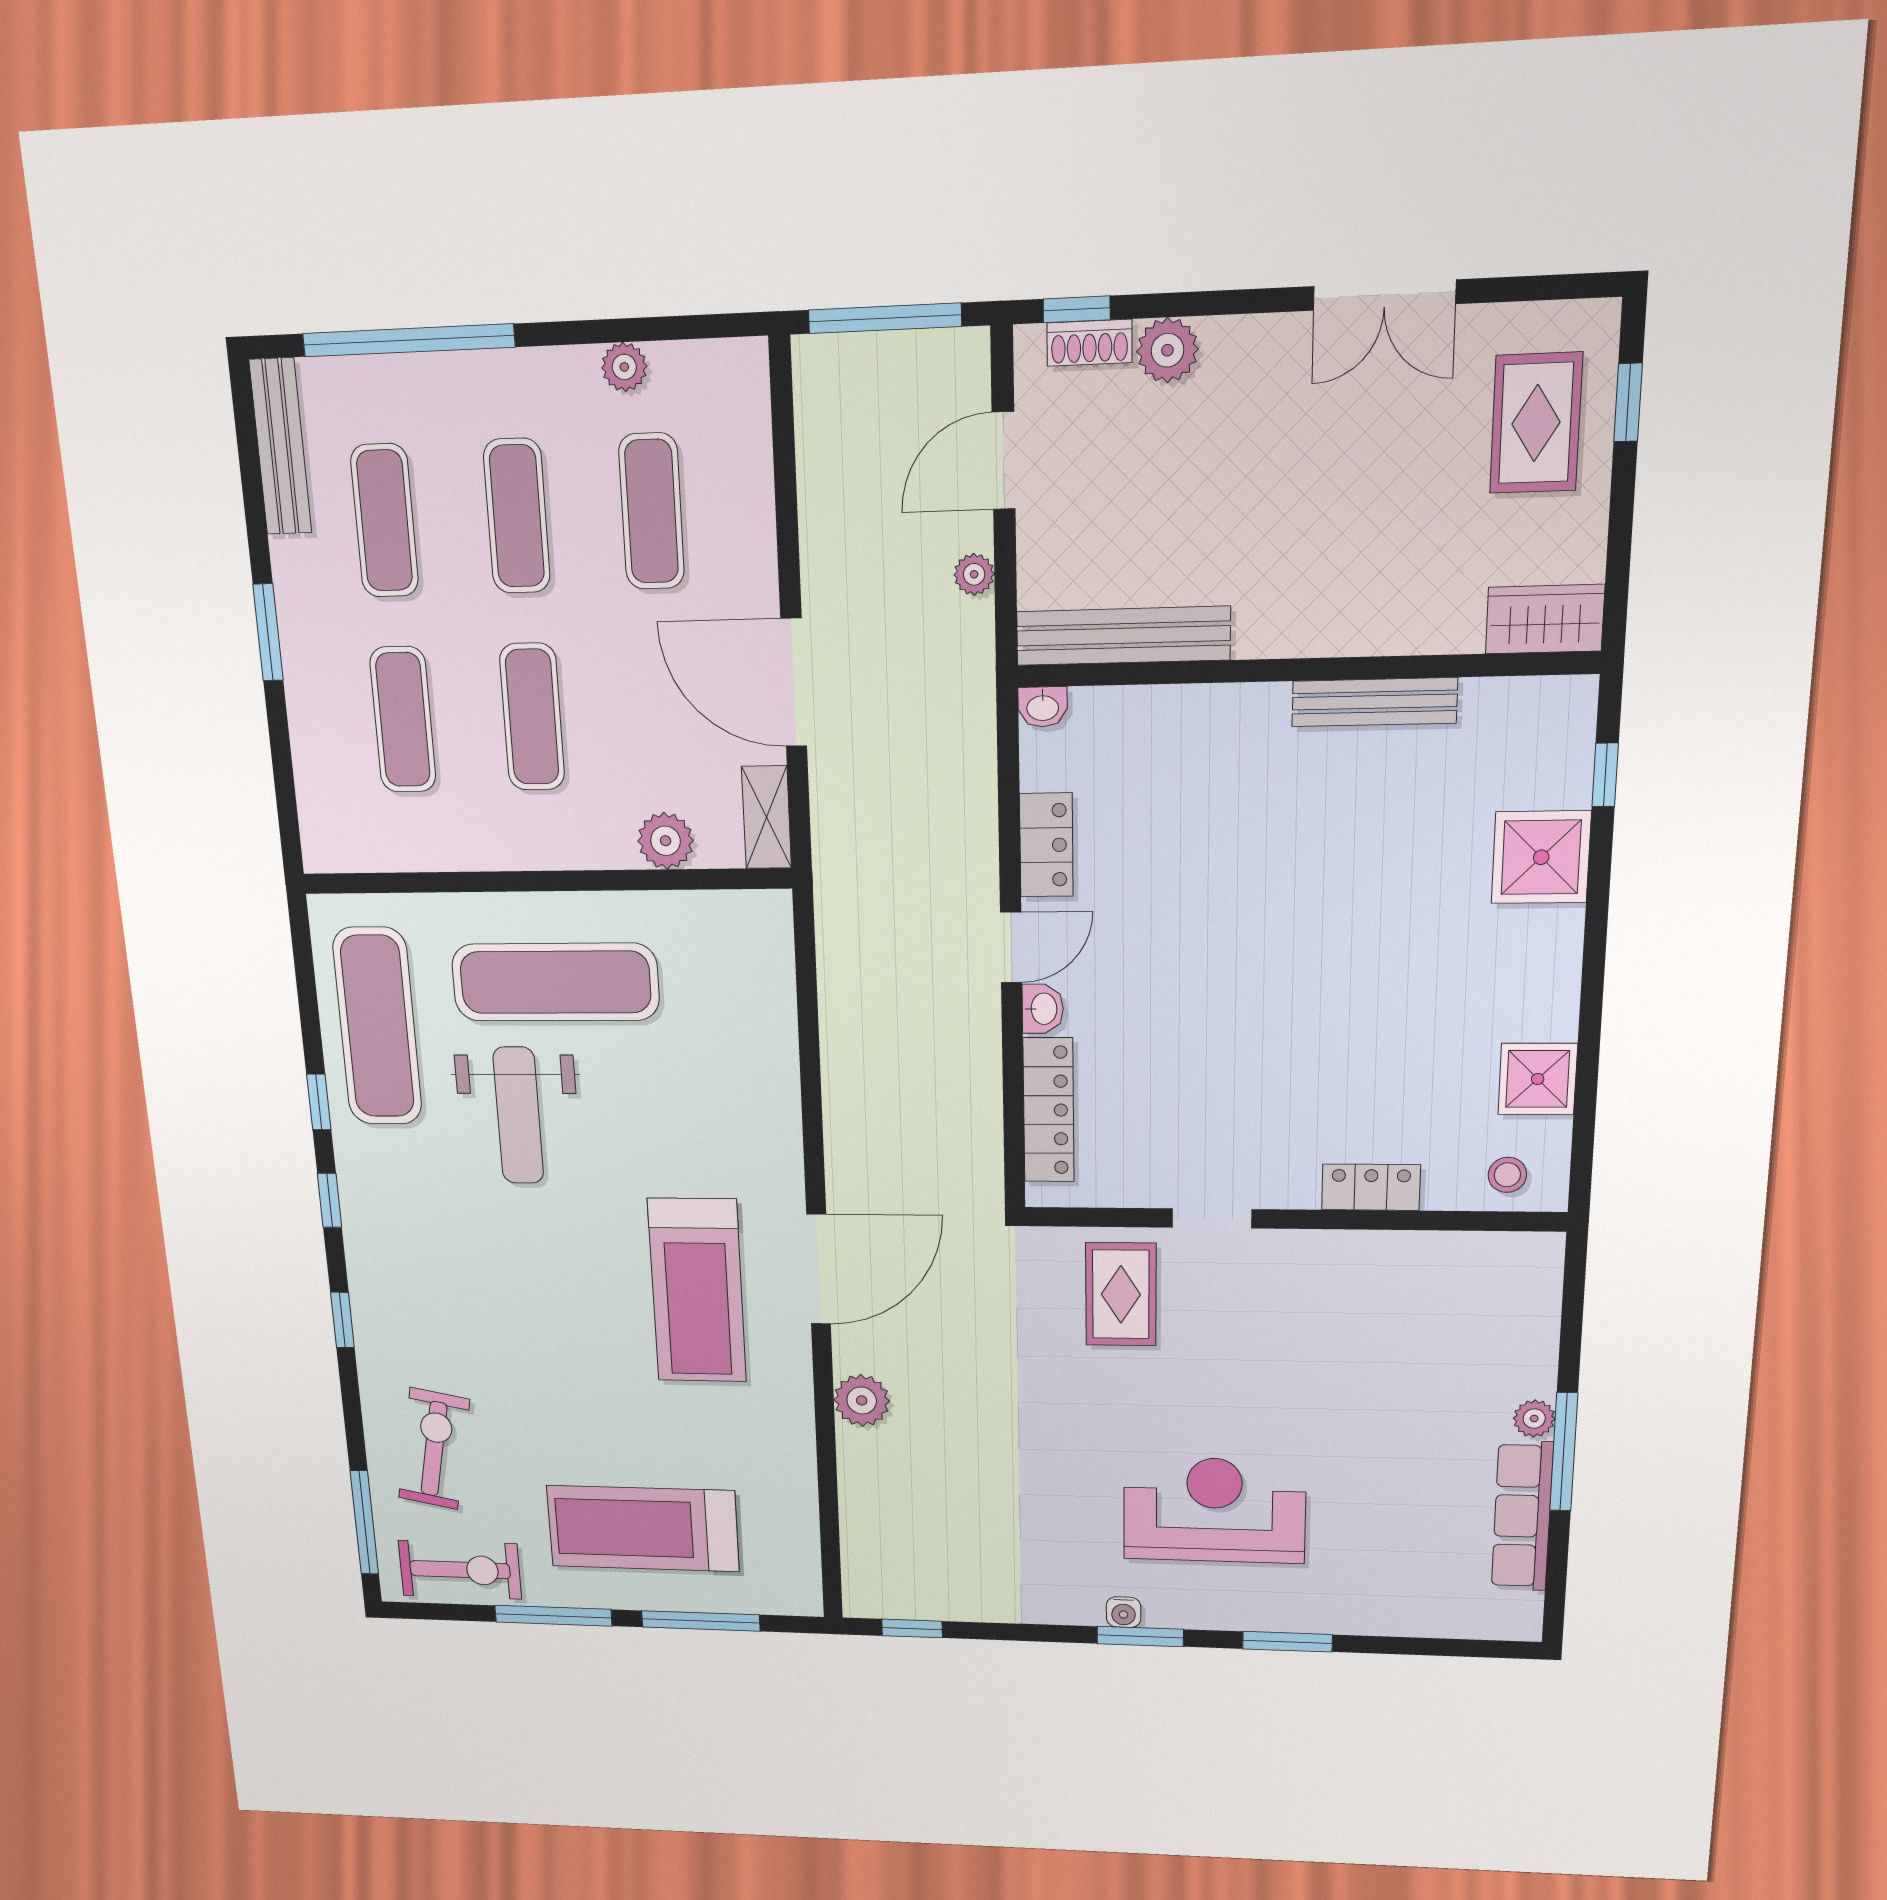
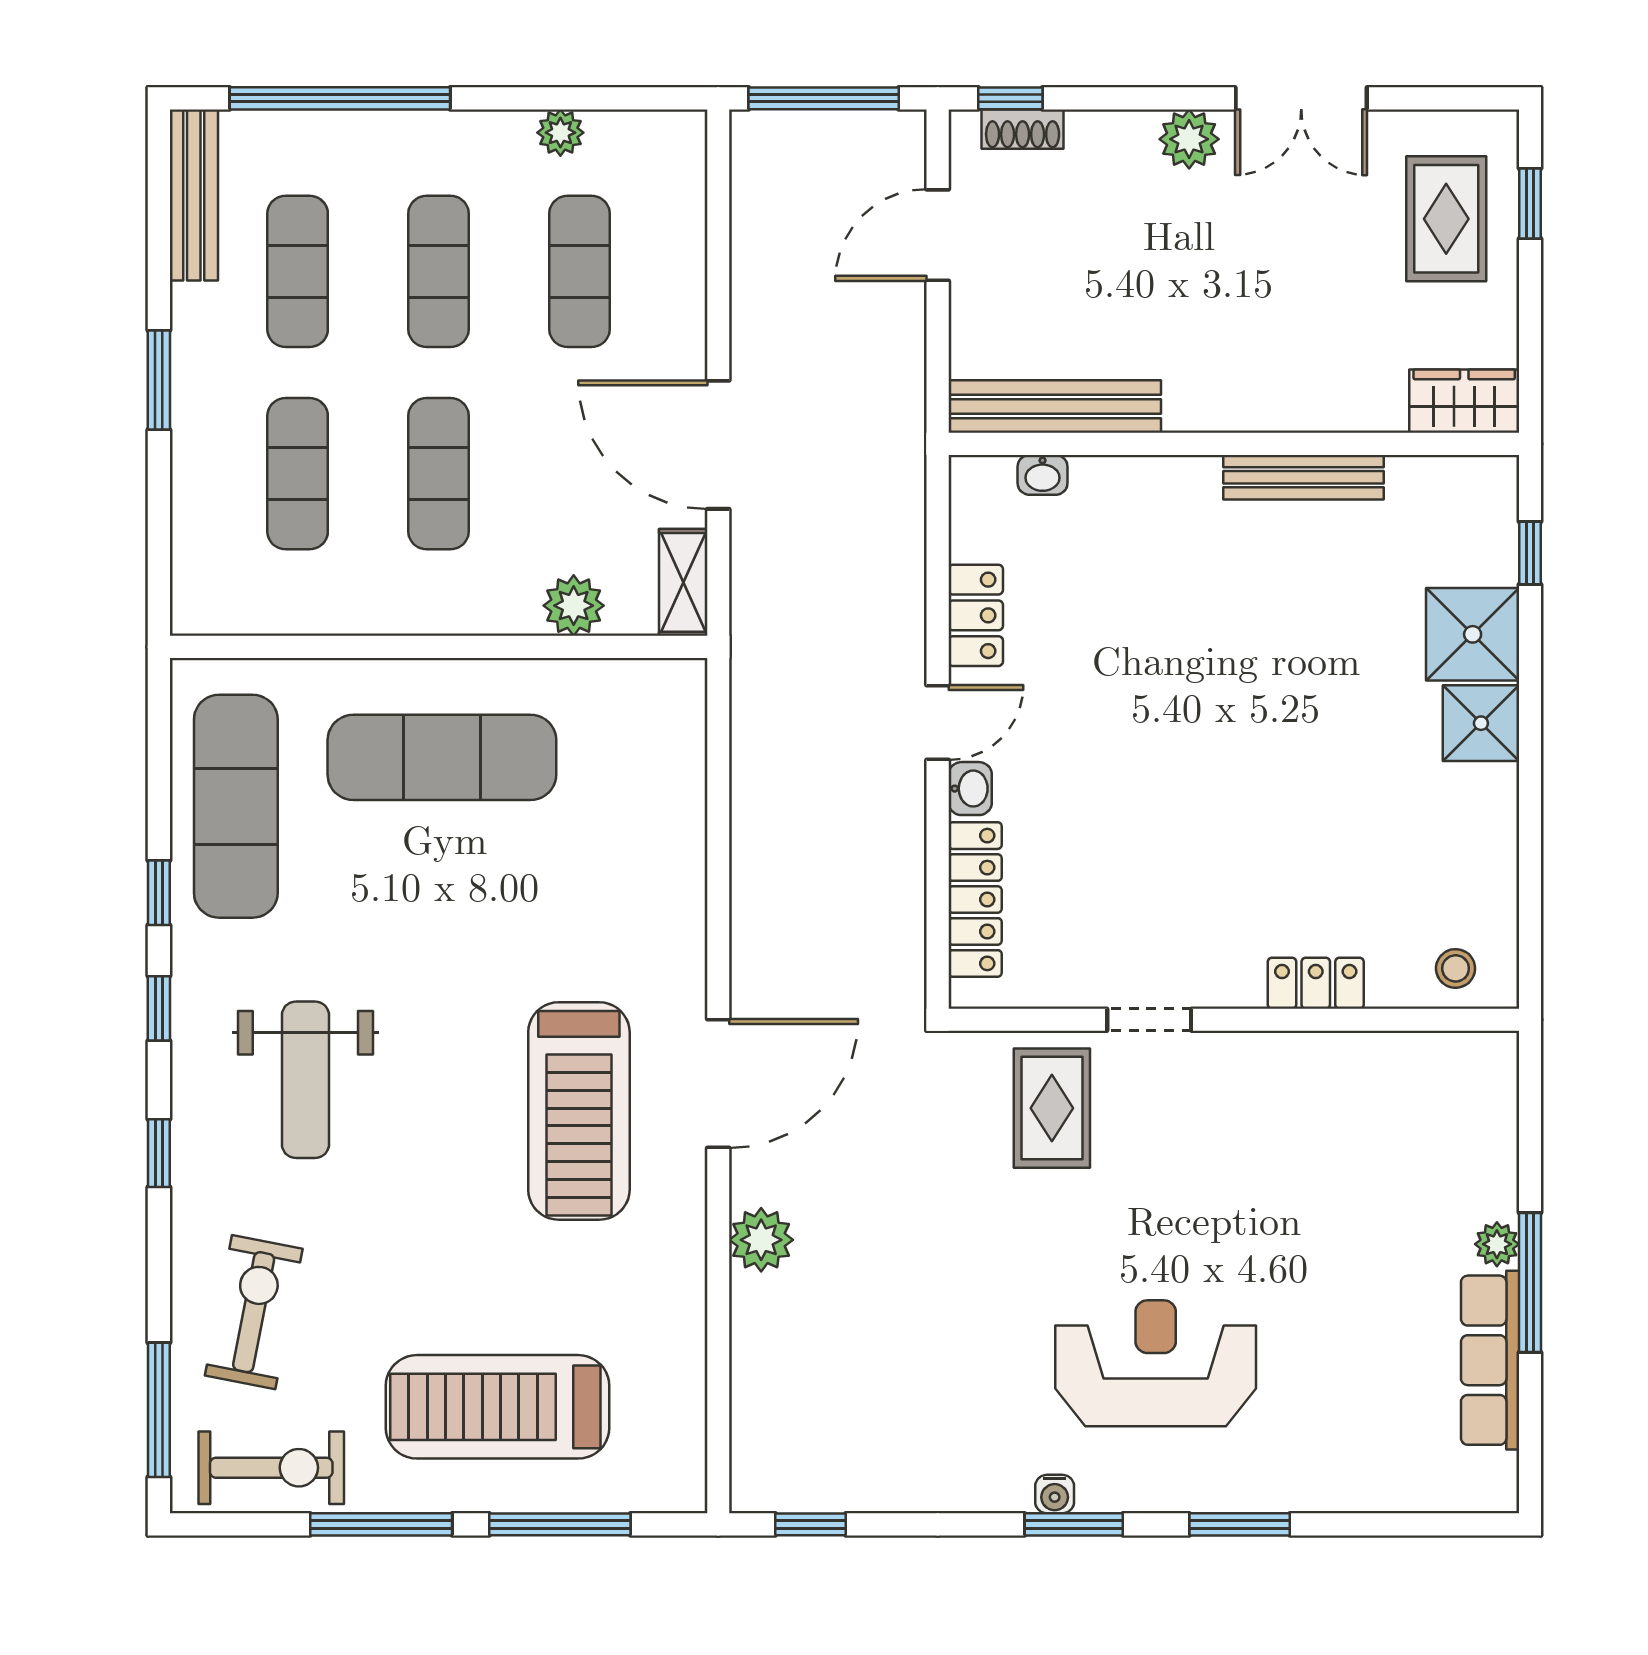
plant: (1167, 350) -> (1189, 139), moved
plant: (974, 574) -> (906, 343), removed
washbasin: (1043, 707) -> (1043, 475), moved
shower: (1538, 1079) -> (1481, 723), moved
weight bench: (518, 1115) -> (305, 1080), moved

